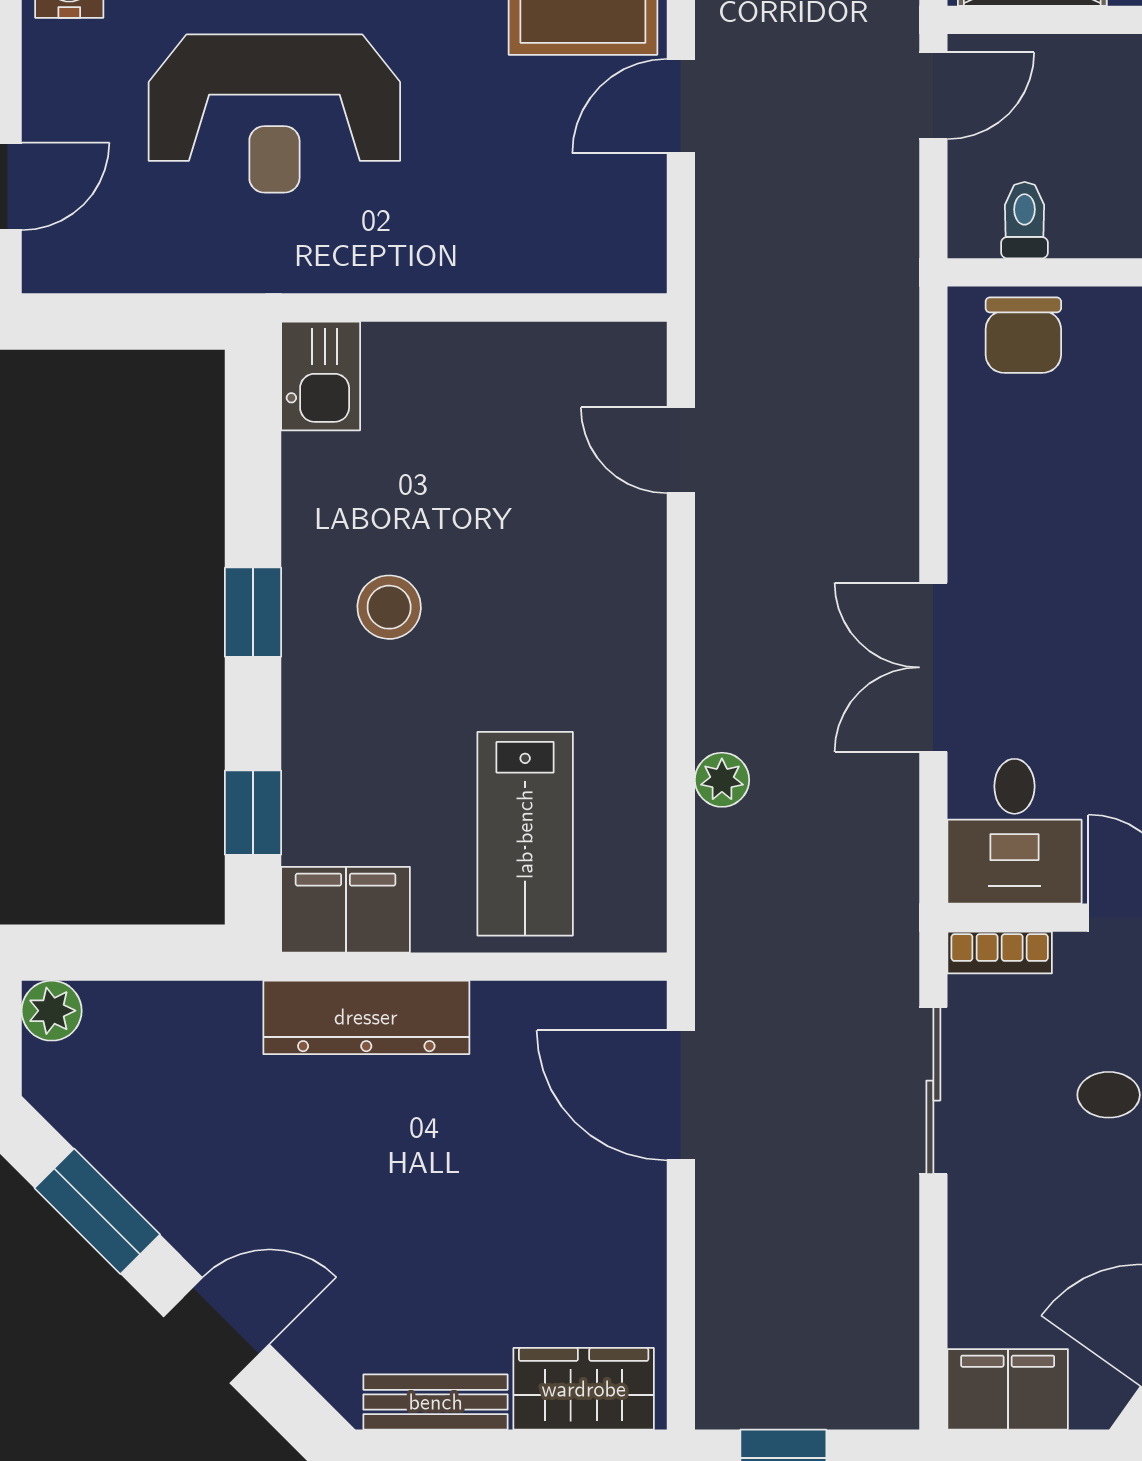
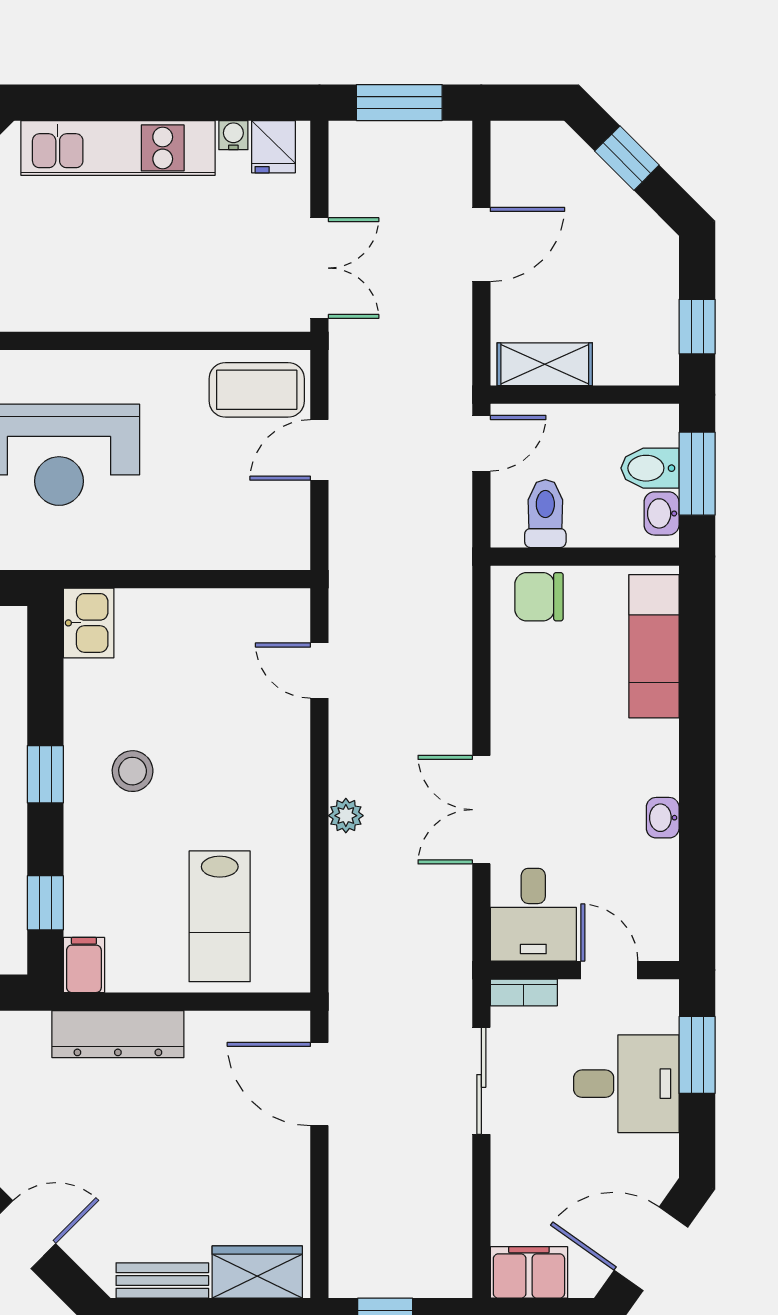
toilet: (1025, 220) -> (545, 514), width x1.37, depth x1.39
chair: (1023, 335) -> (539, 597), turned 90
plant: (722, 780) -> (346, 816), moved
filing cabinet: (346, 910) -> (84, 965), width x0.50

